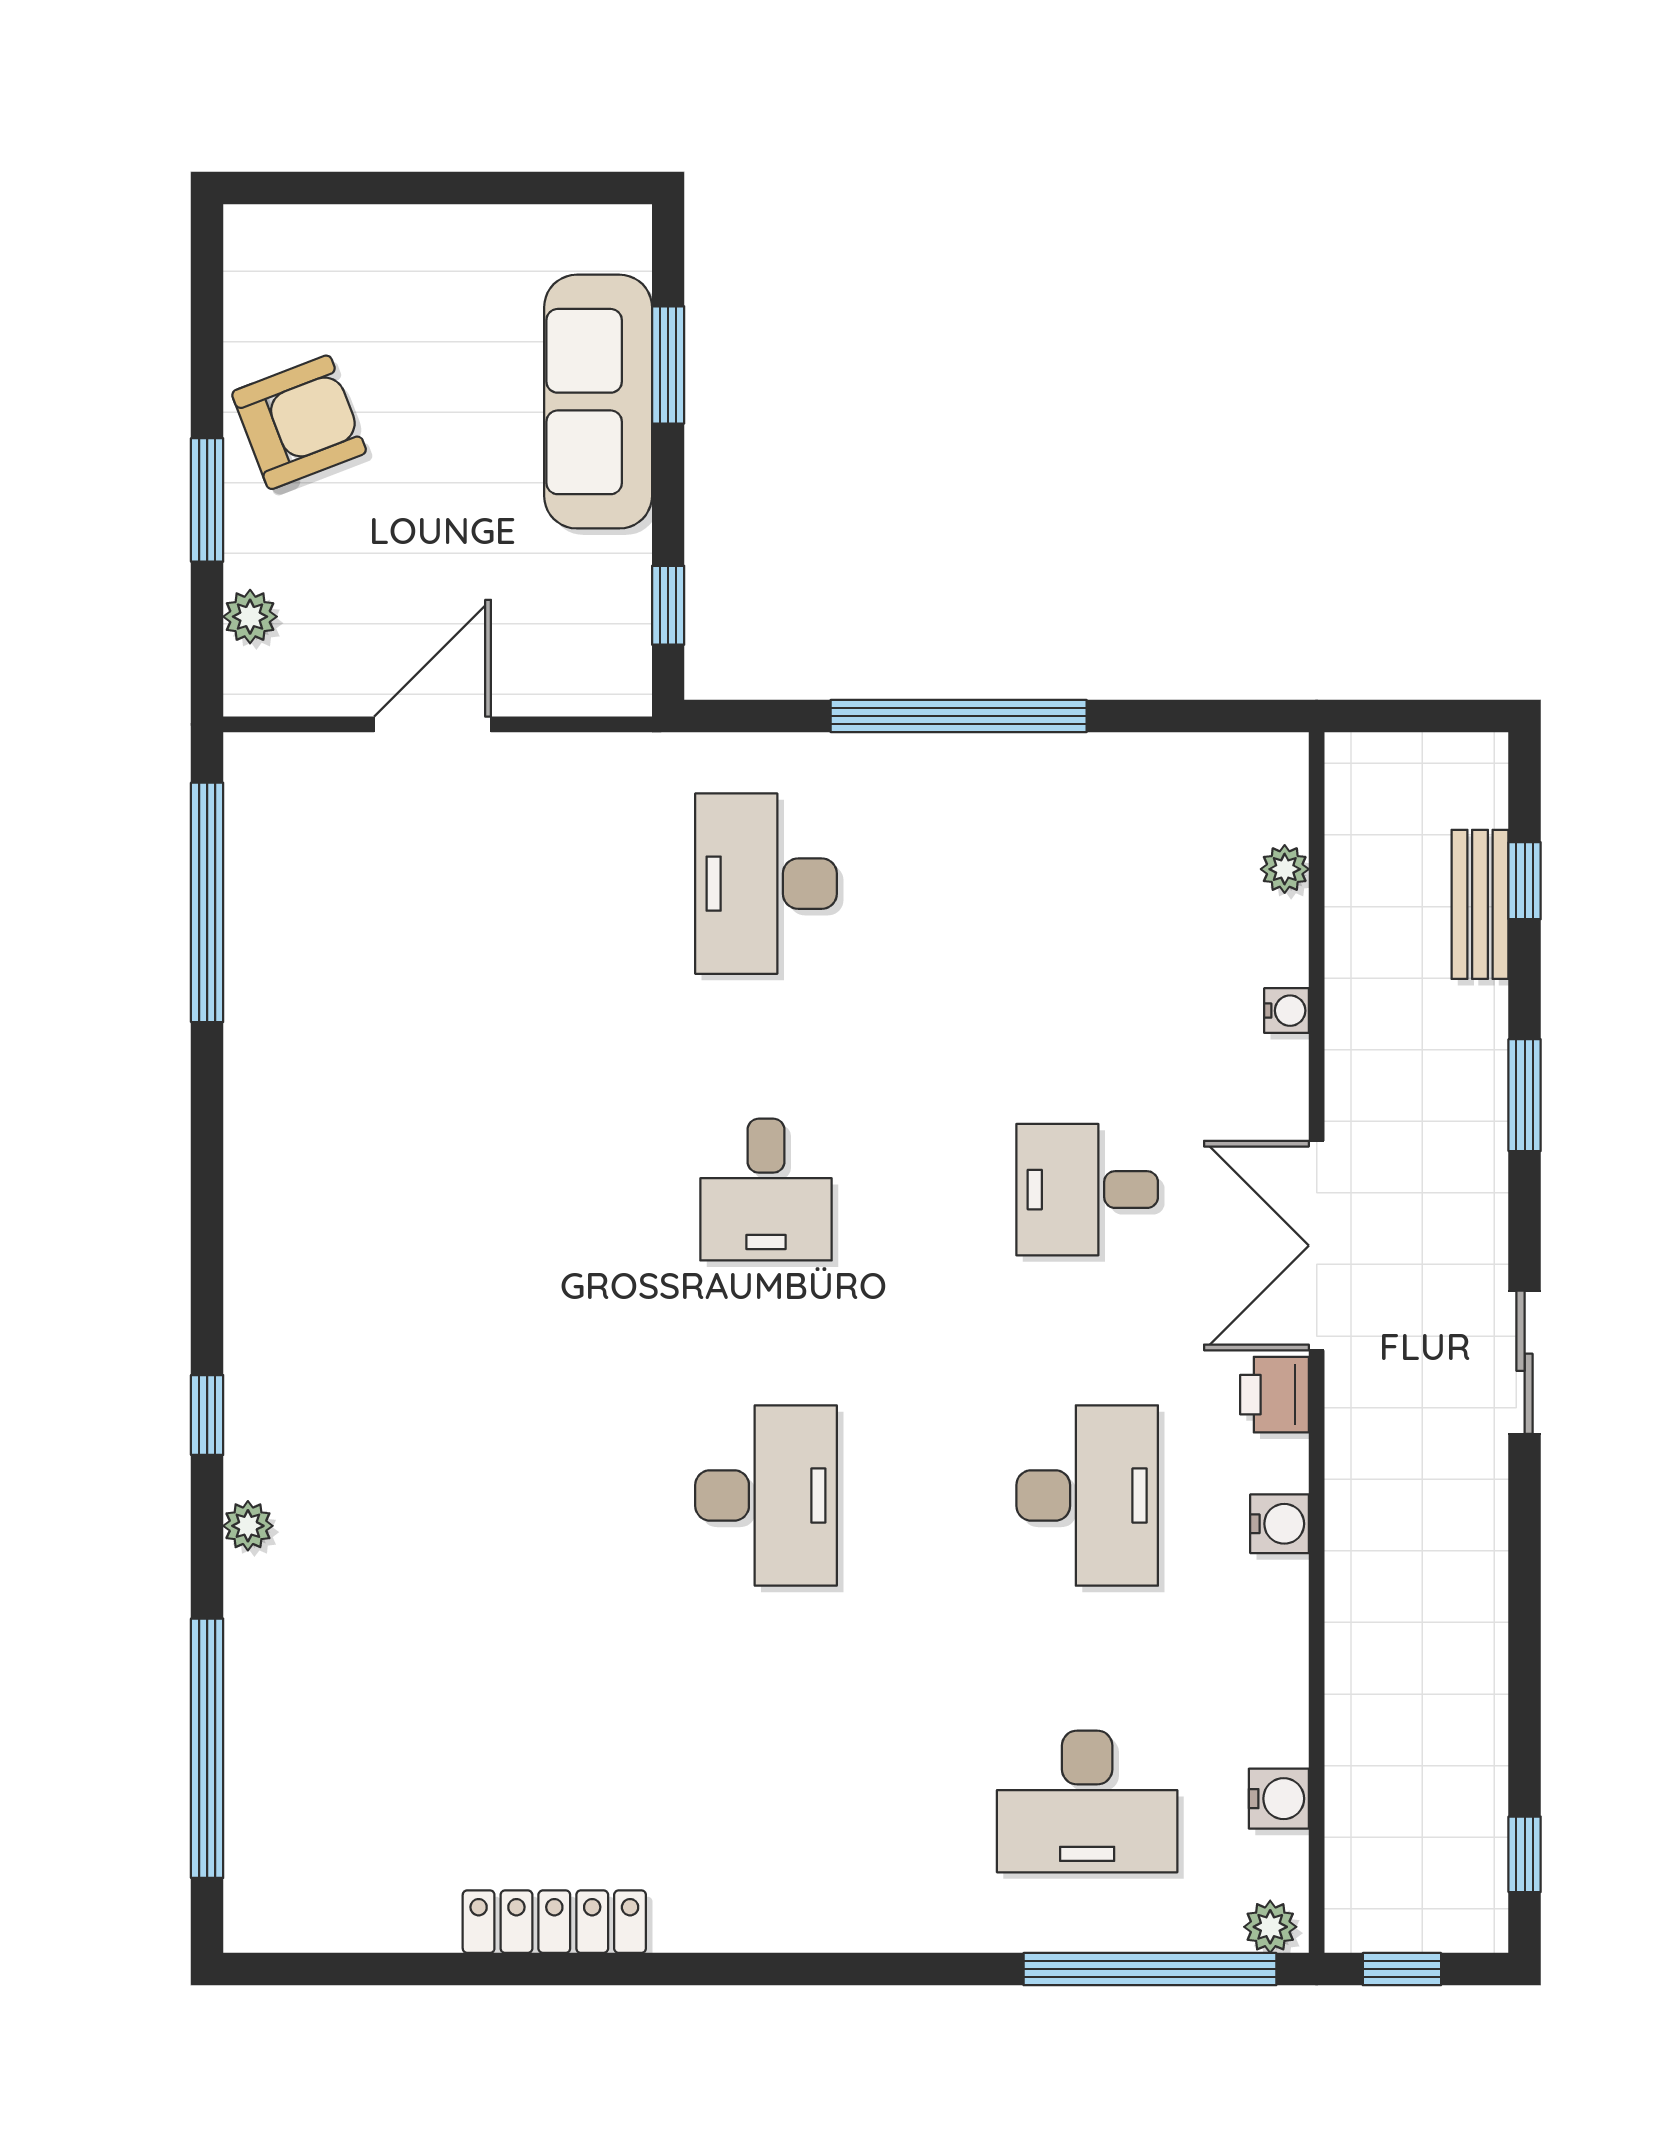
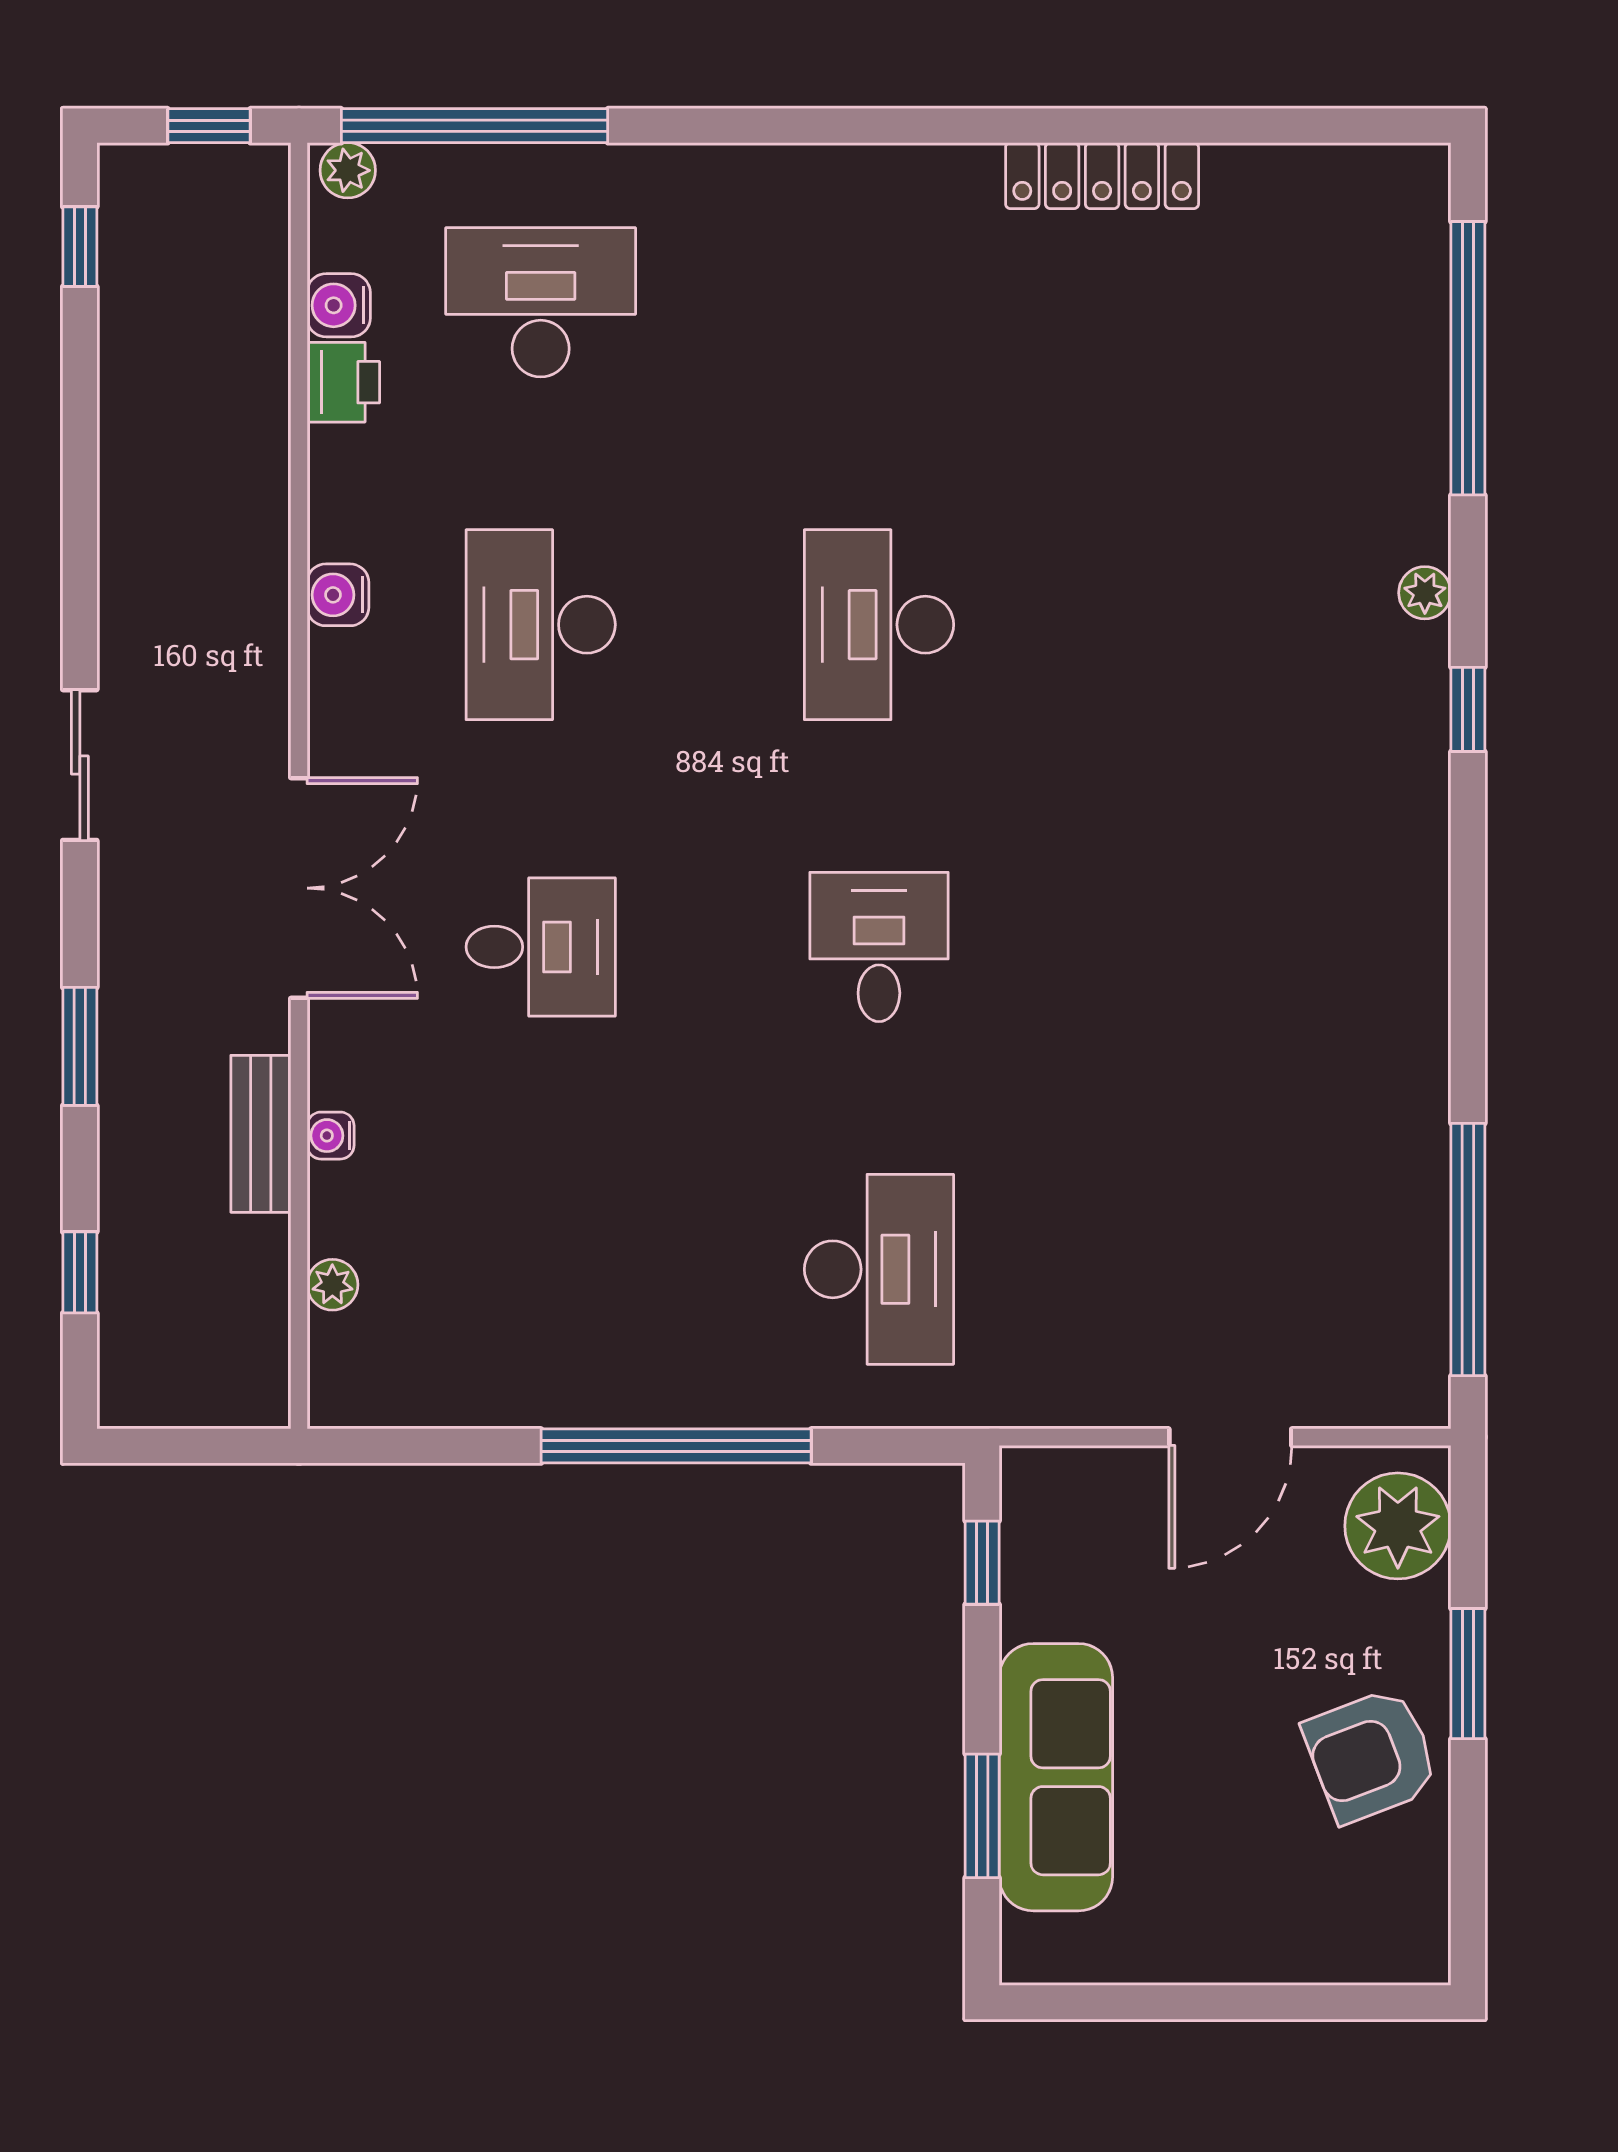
plant: (250, 617) -> (1398, 1526), width x1.88, depth x1.88
bench: (1480, 904) -> (261, 1134), moved
printer: (1274, 1395) -> (343, 382), moved

